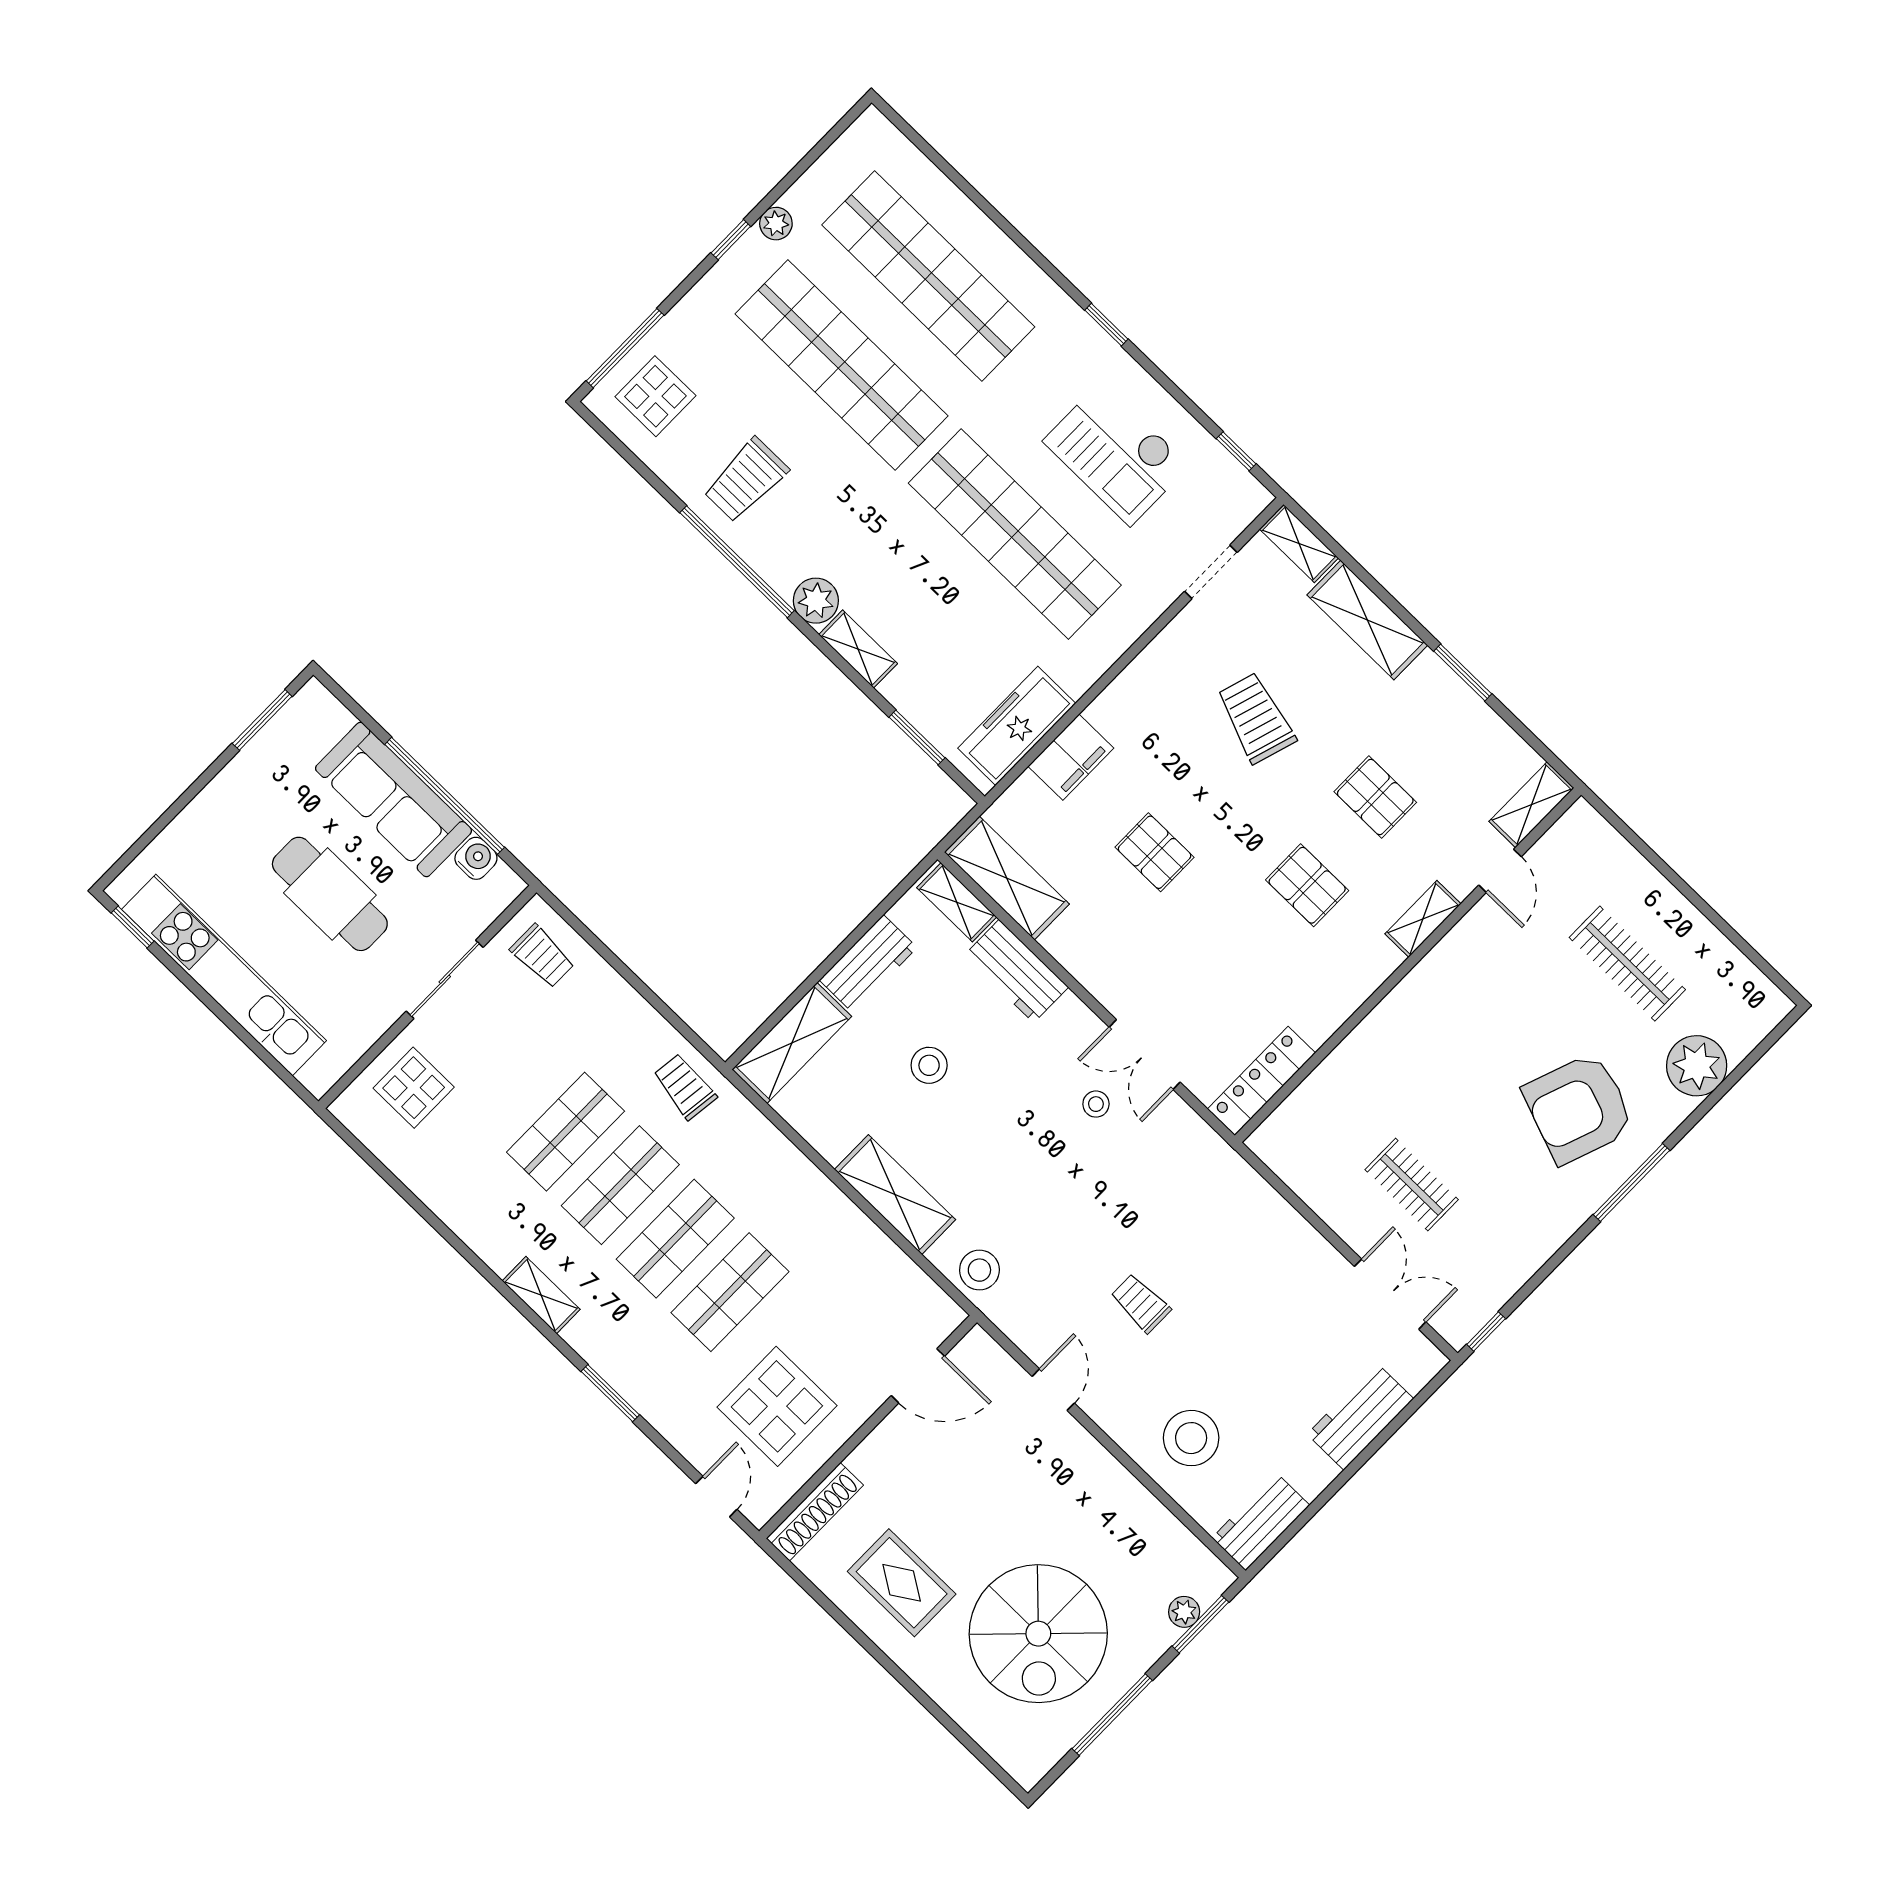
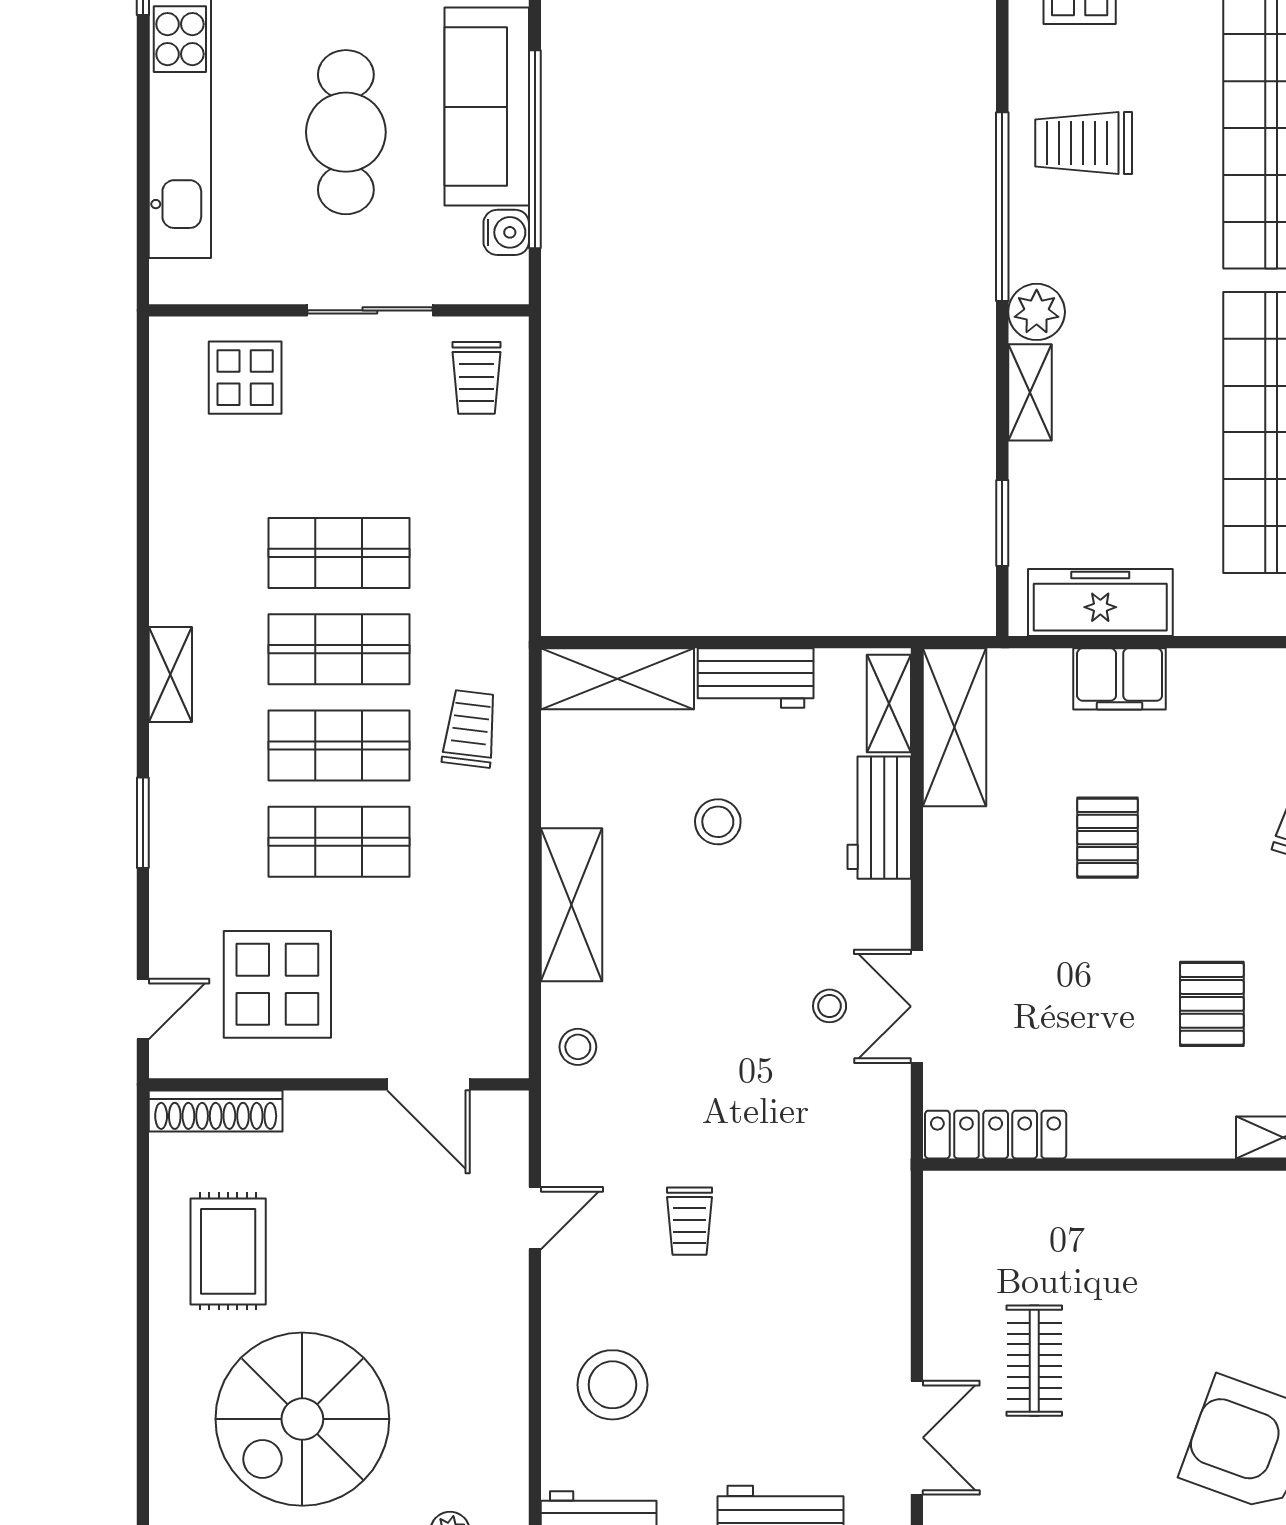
trolley: (685, 1086) -> (470, 729), moved
stool: (979, 1270) -> (578, 1047), width x0.73, depth x0.73
trolley: (1141, 1303) -> (689, 1221), turned 180

